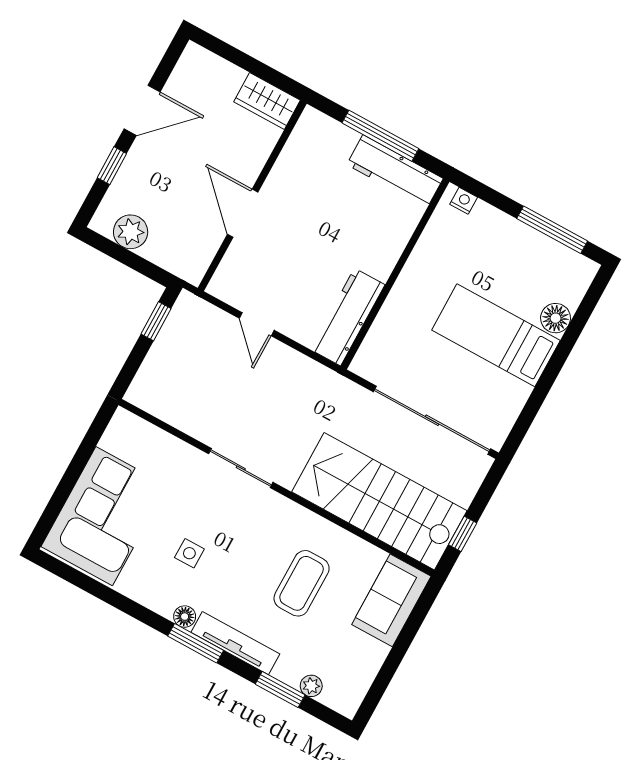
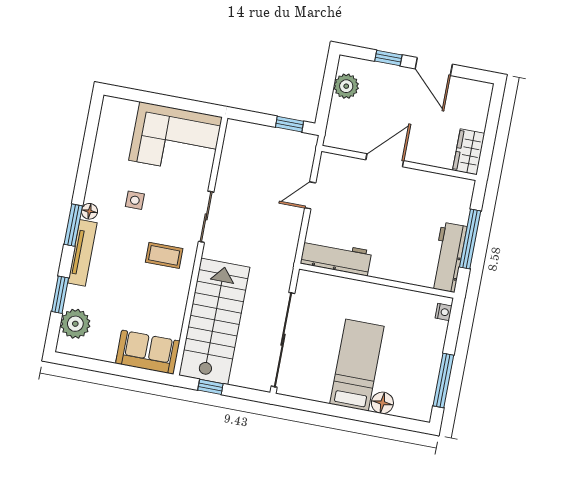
corner sofa: (104, 516) -> (175, 139), moved
coffee table: (302, 583) -> (164, 255), moved, width x0.73, depth x0.77
plant: (311, 686) -> (75, 324), width x1.88, depth x1.88

